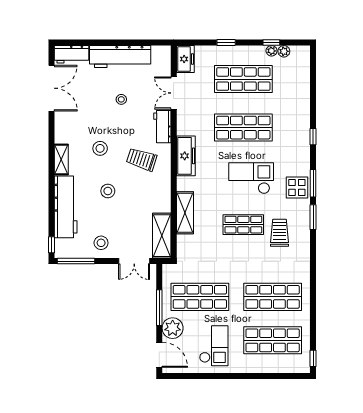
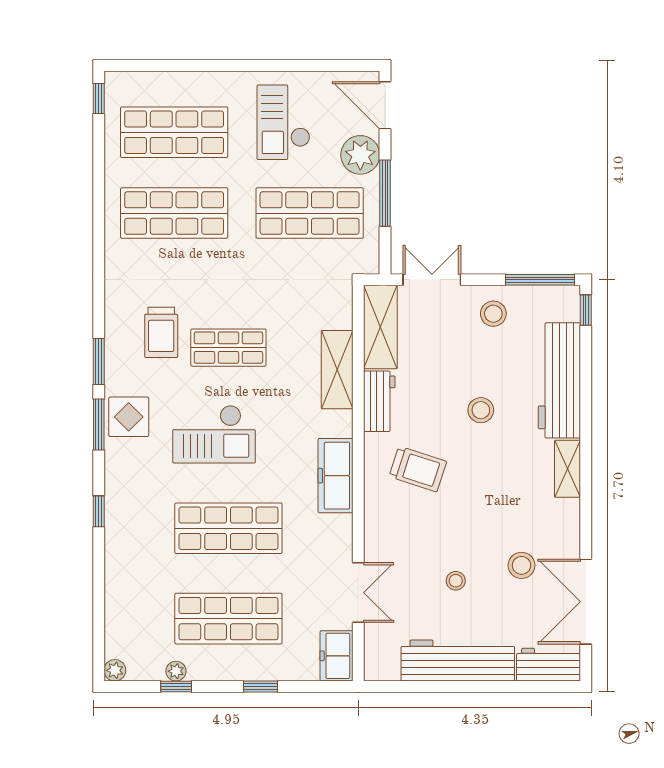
plant: (284, 51) -> (115, 670), moved
workbench: (162, 127) -> (379, 401), moved
stool: (100, 148) -> (521, 565), moved

